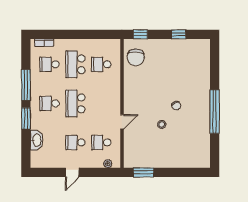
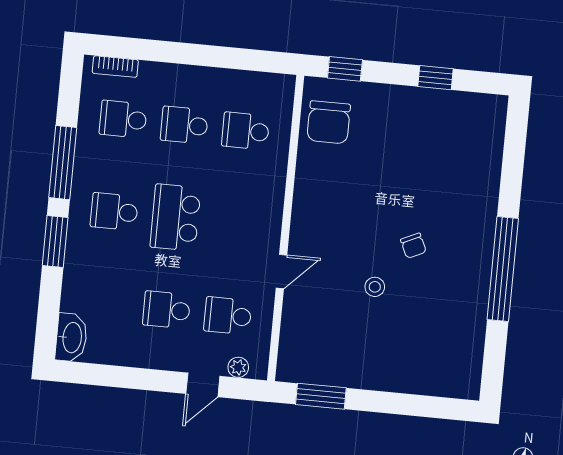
school desk: (75, 64) -> (184, 125), width x0.54
washbasin: (37, 140) -> (71, 338), moved
door: (72, 172) -> (203, 385), moved

